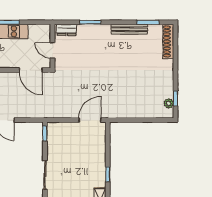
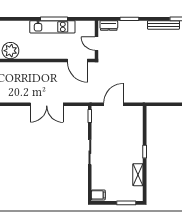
door: (90, 120) -> (114, 104), moved

